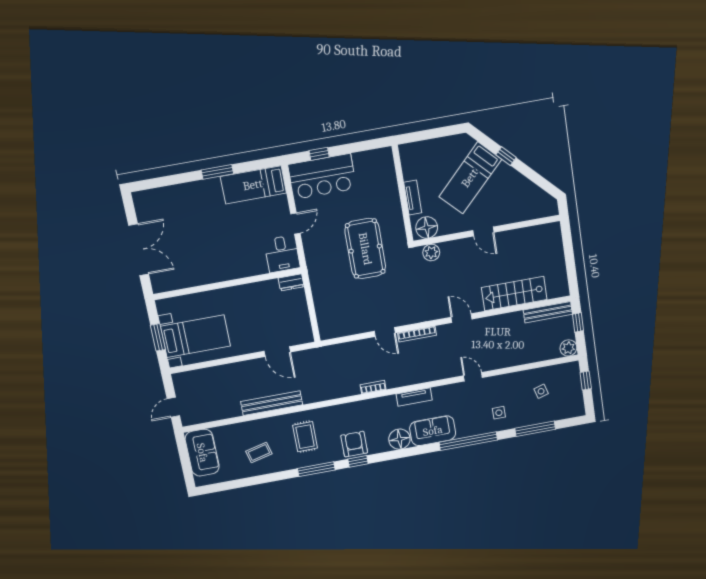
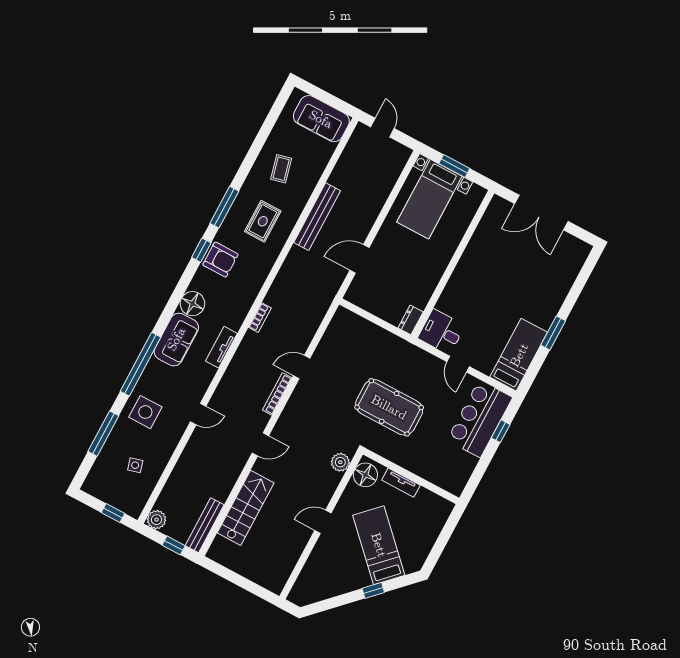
side table: (499, 413) -> (145, 412), width x1.87, depth x1.87
rug: (305, 437) -> (263, 221), turned 90

